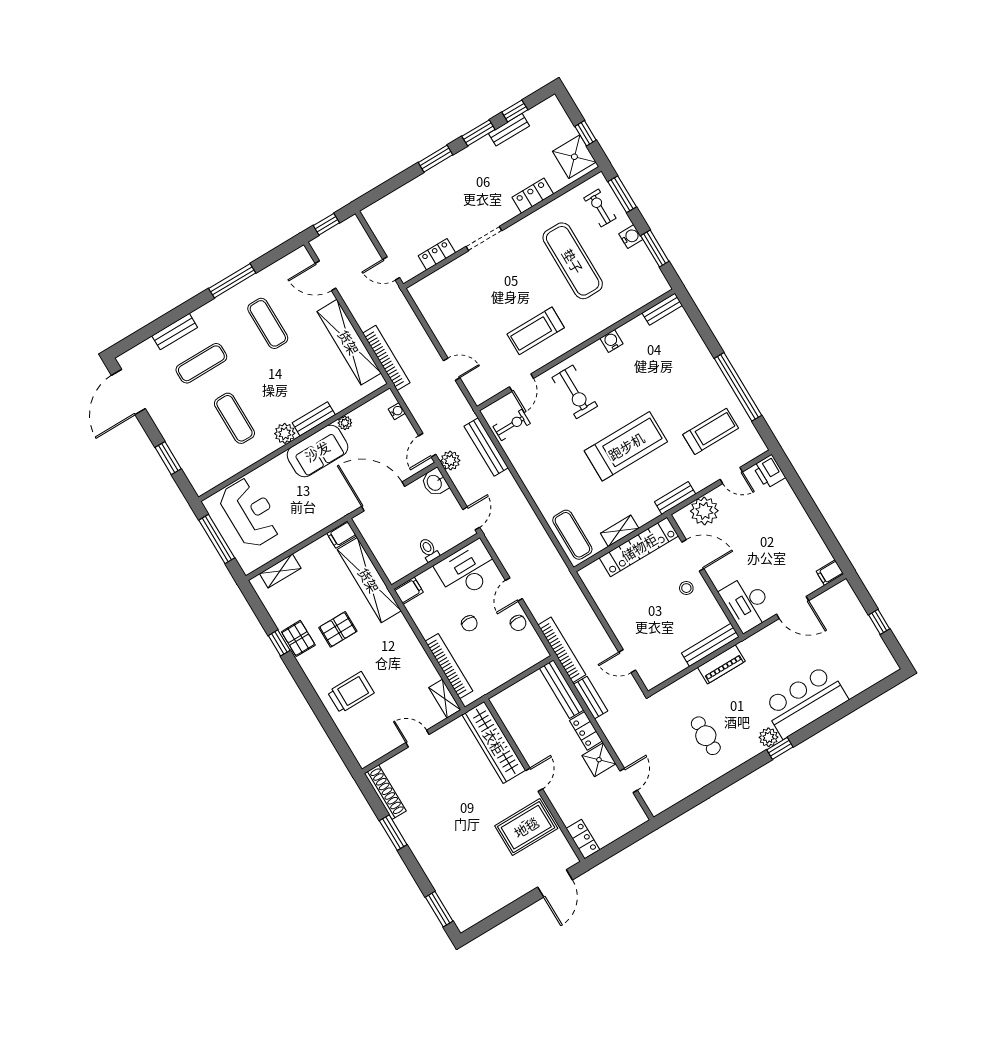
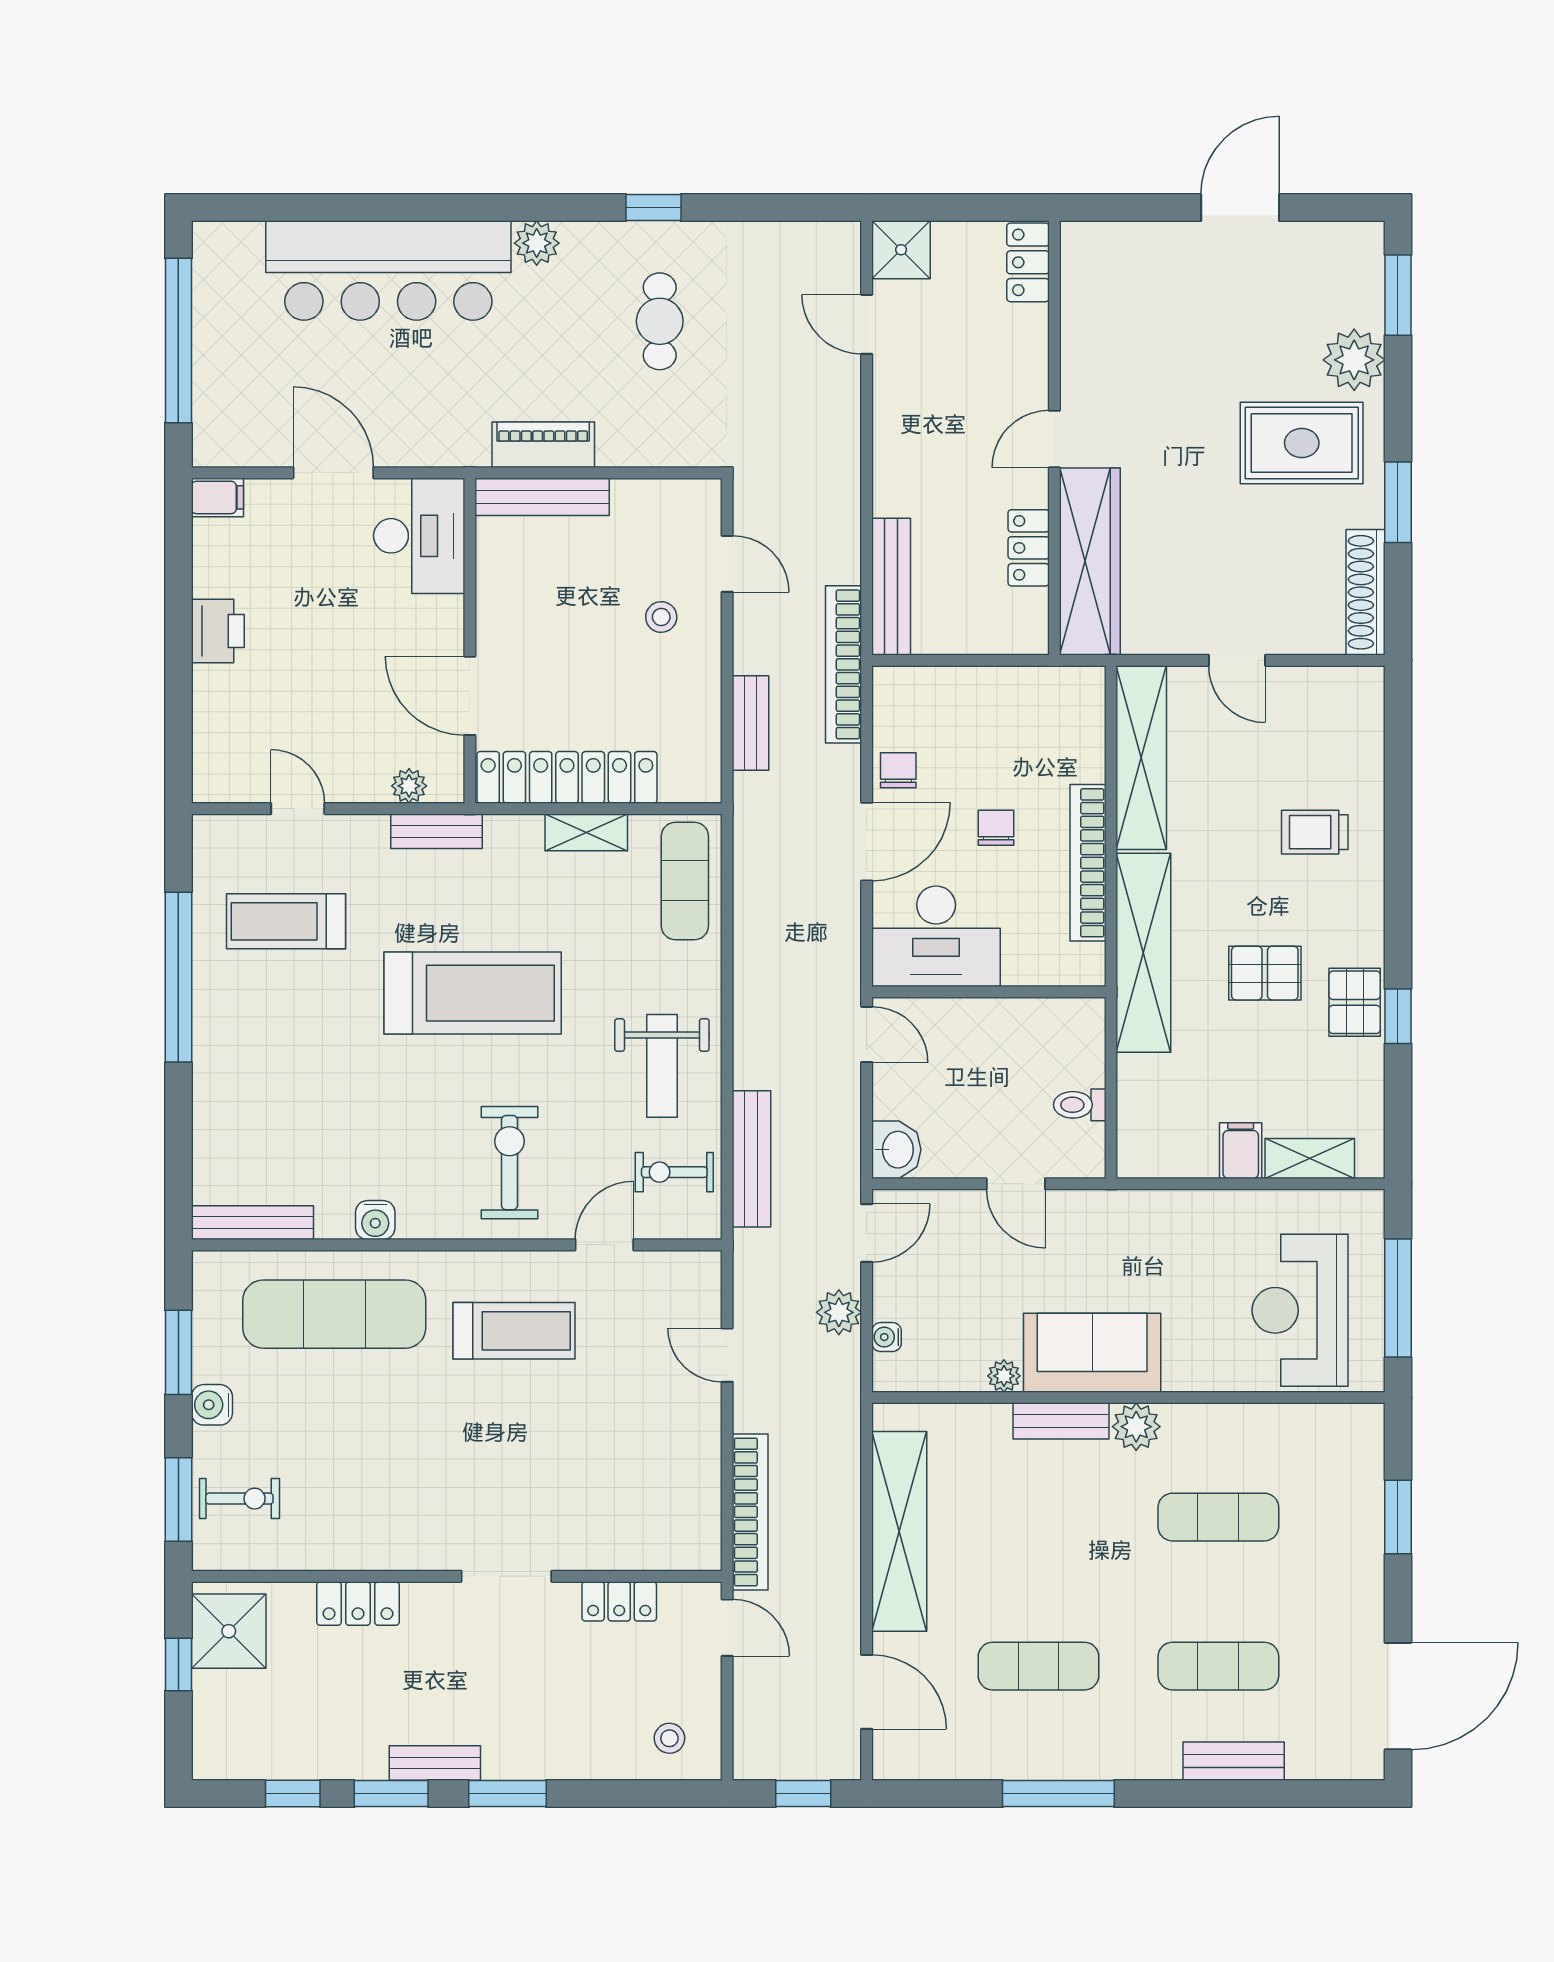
bench: (509, 130) -> (435, 1763), moved
exercise bike: (600, 208) -> (239, 1499), turned -90
stool: (388, 215) -> (669, 1738), added
exercise mat: (573, 261) -> (334, 1314), moved, turned 90
bench: (662, 309) -> (252, 1223), width x1.36
exercise mat: (268, 323) -> (1038, 1666), turned 90
bookcase: (386, 358) -> (750, 1512), moved, turned 180
exercise mat: (234, 418) -> (1218, 1517), turned 90
treadmill: (626, 446) -> (473, 993), turned 180
plant: (450, 461) -> (839, 1312), moved
weight bench: (540, 461) -> (662, 1066), added
printer: (769, 472) -> (218, 631), moved
door: (383, 496) -> (1016, 1184), width x0.53
plant: (704, 511) -> (409, 786), width x0.53, depth x0.53
door: (471, 518) -> (867, 1034), swing flipped
filing cabinet: (342, 535) -> (1241, 1151), moved, turned -90
toilet: (429, 550) -> (1080, 1105), moved, turned 90
shelving: (369, 580) -> (1143, 953), moved
stool: (686, 588) -> (661, 617), moved
door: (514, 590) -> (867, 842), width x1.38
filing cabinet: (409, 591) -> (1078, 965), removed
window: (879, 622) -> (178, 341), width x3.17
bookcase: (449, 666) -> (1088, 863), moved
trolley: (351, 692) -> (1315, 832), width x0.73, depth x0.72
bench: (591, 698) -> (750, 723), moved
shelving: (445, 699) -> (1141, 758), width x2.20, depth x1.33
bar counter: (805, 702) -> (388, 271), width x1.36
locker: (586, 731) -> (1029, 548), moved, turned 180
window: (780, 748) -> (653, 208), moved
shower: (599, 760) -> (901, 250), moved
door: (629, 780) -> (867, 324), hinge flipped
rug: (526, 827) -> (1302, 443), moved
plant: (441, 875) -> (1354, 360), added
door: (555, 883) -> (1240, 208), moved

